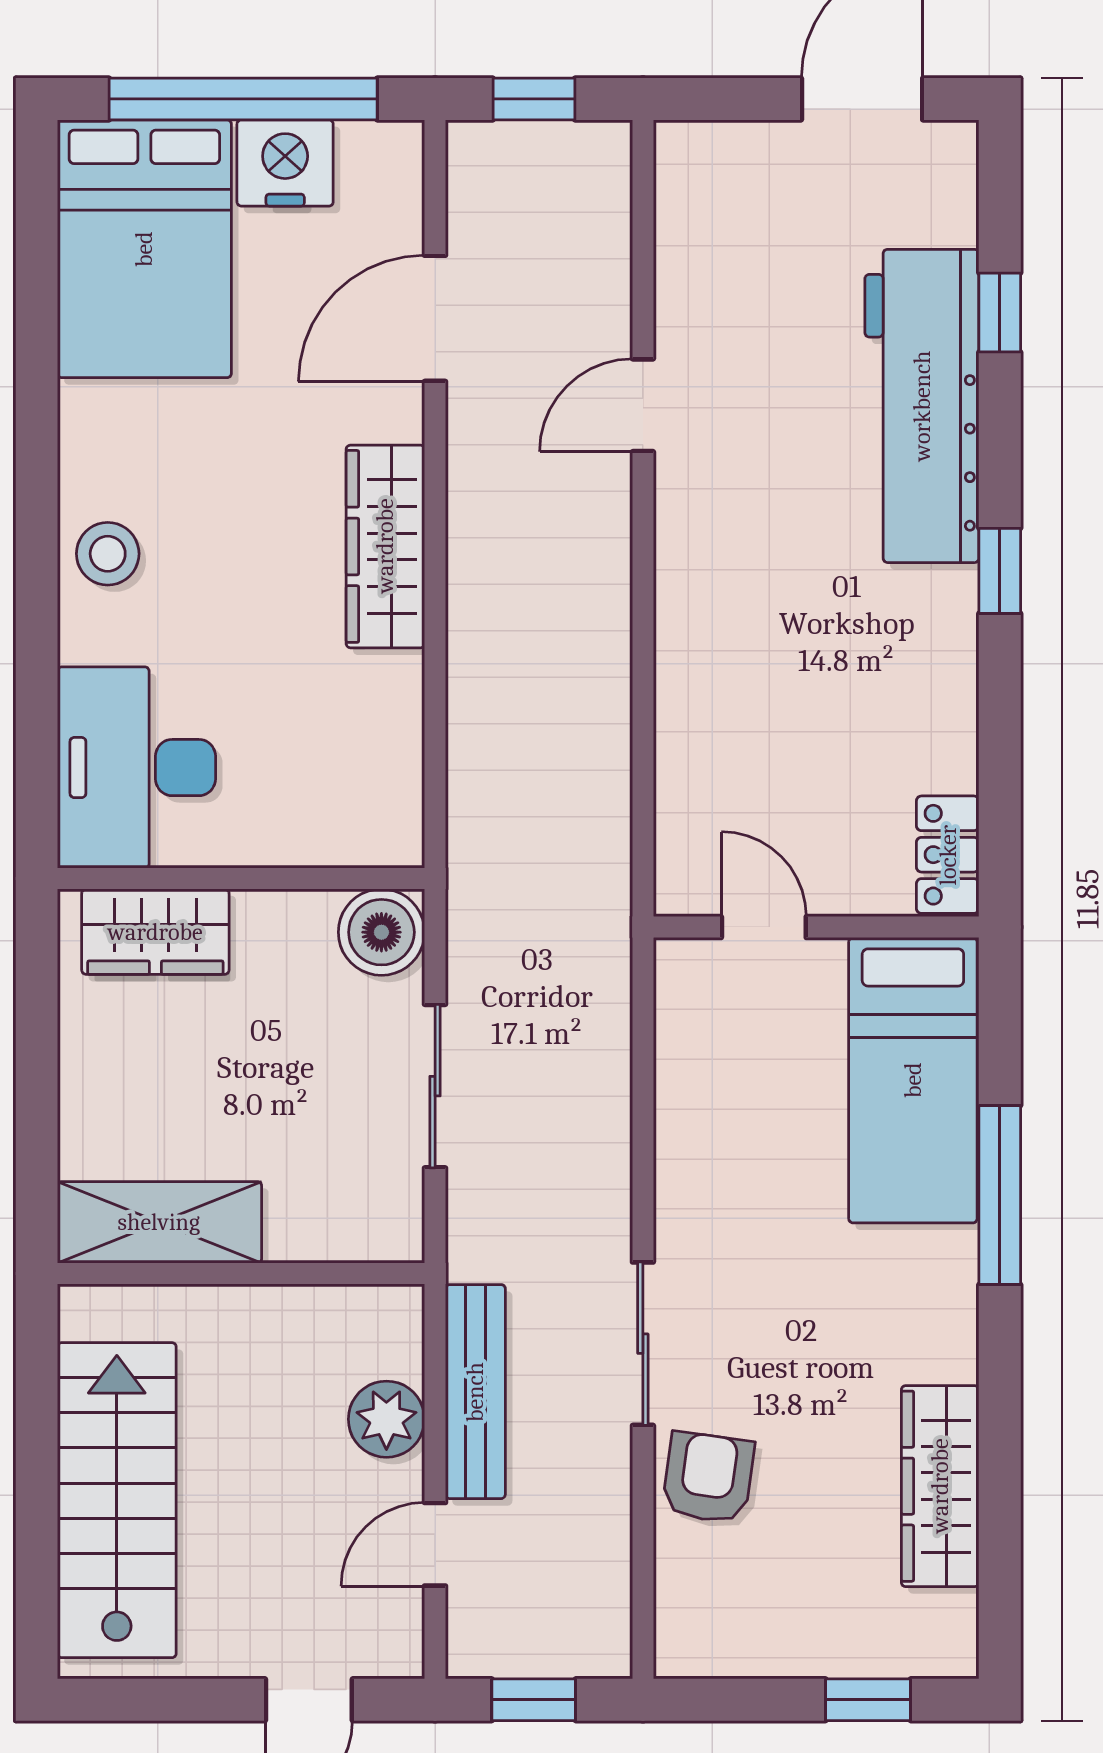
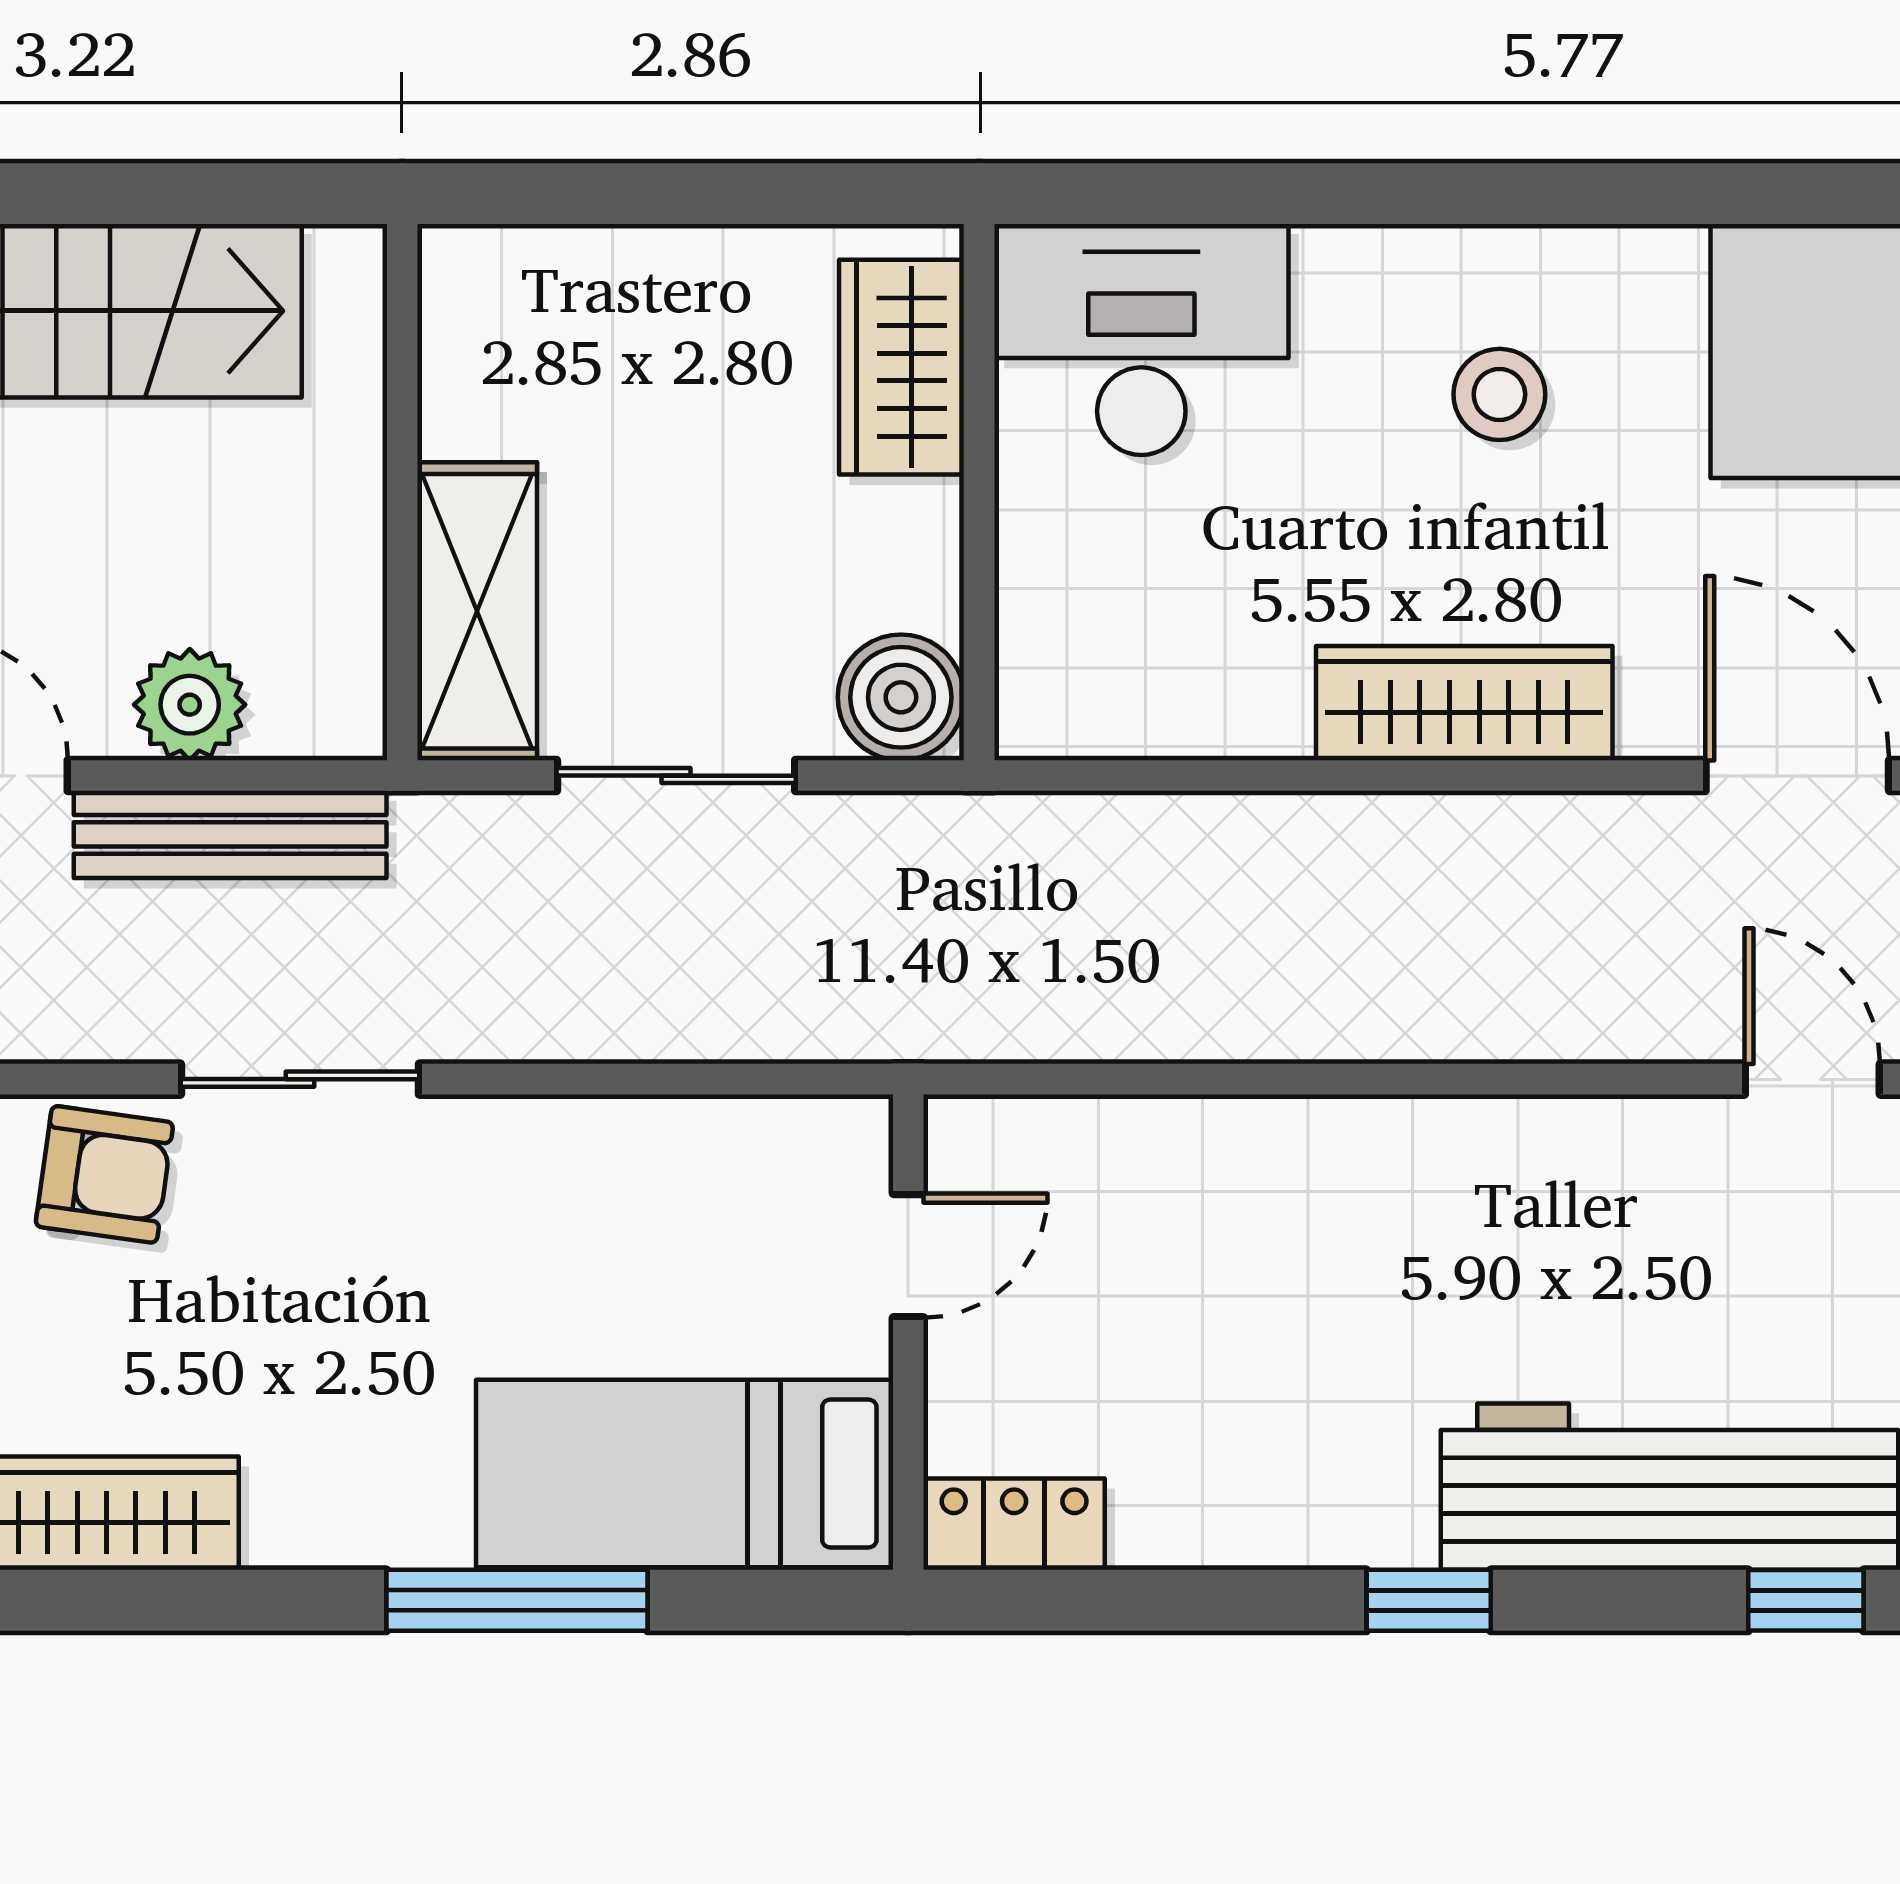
door: (643, 405) -> (1812, 1079), moved
stool: (108, 554) -> (1499, 394), moved
shelving: (159, 1222) -> (477, 611), moved

